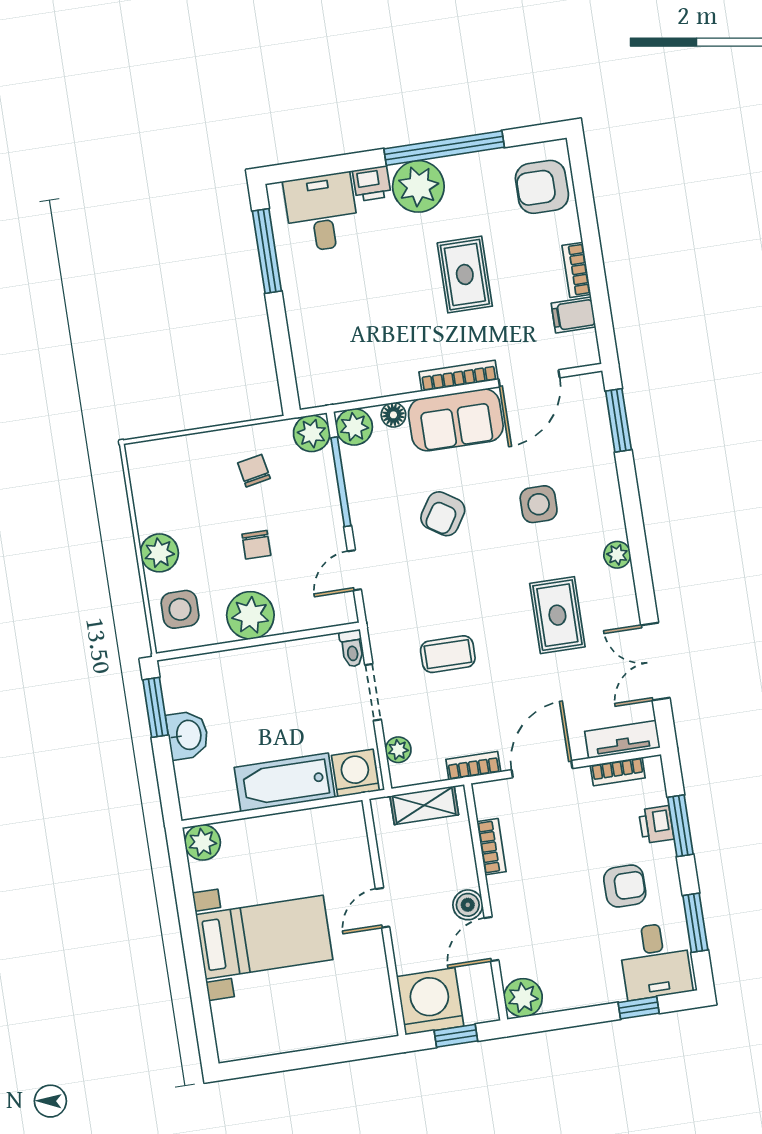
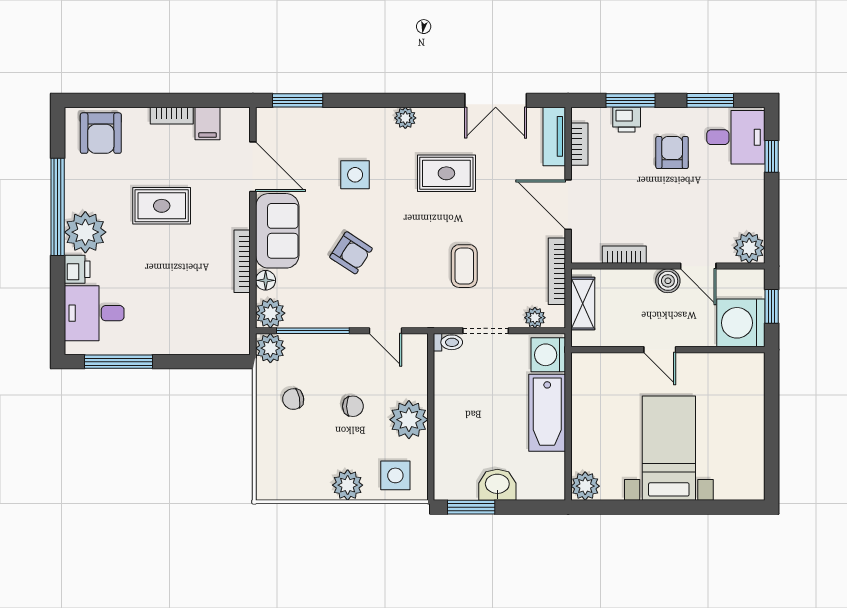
bookcase: (458, 376) -> (242, 261), moved
bookcase: (473, 766) -> (557, 271), width x1.56

